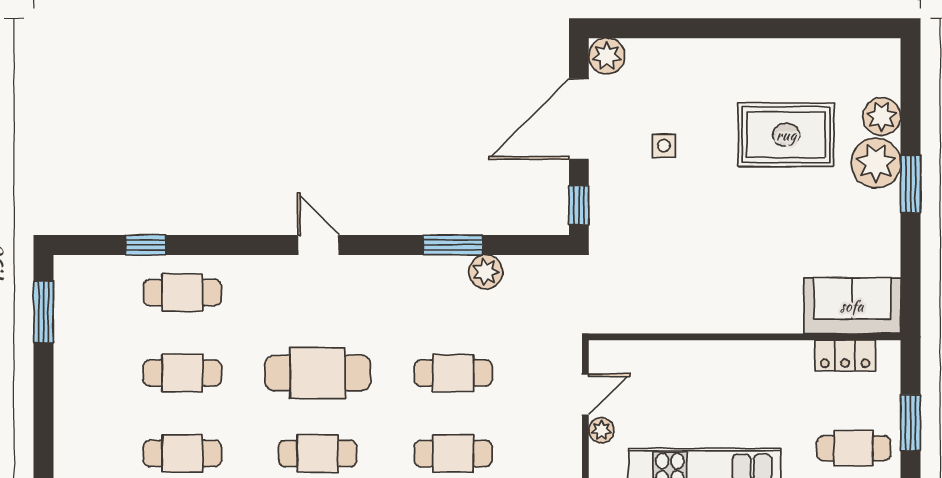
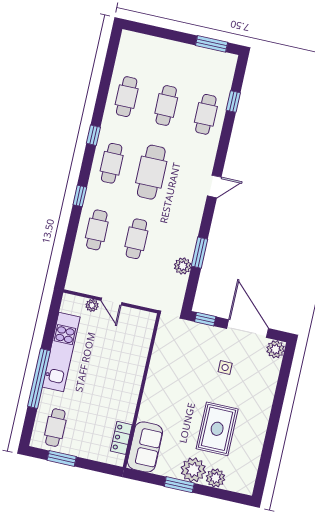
sofa: (852, 306) -> (145, 447), moved
wall: (745, 337) -> (142, 391), moved
locker: (845, 356) -> (121, 438), moved

